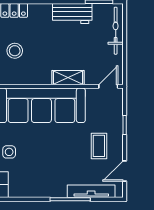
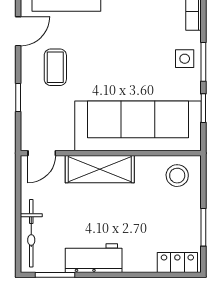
stool: (15, 51) -> (177, 176), moved
shelving: (68, 78) -> (100, 169), width x1.50, depth x1.33

